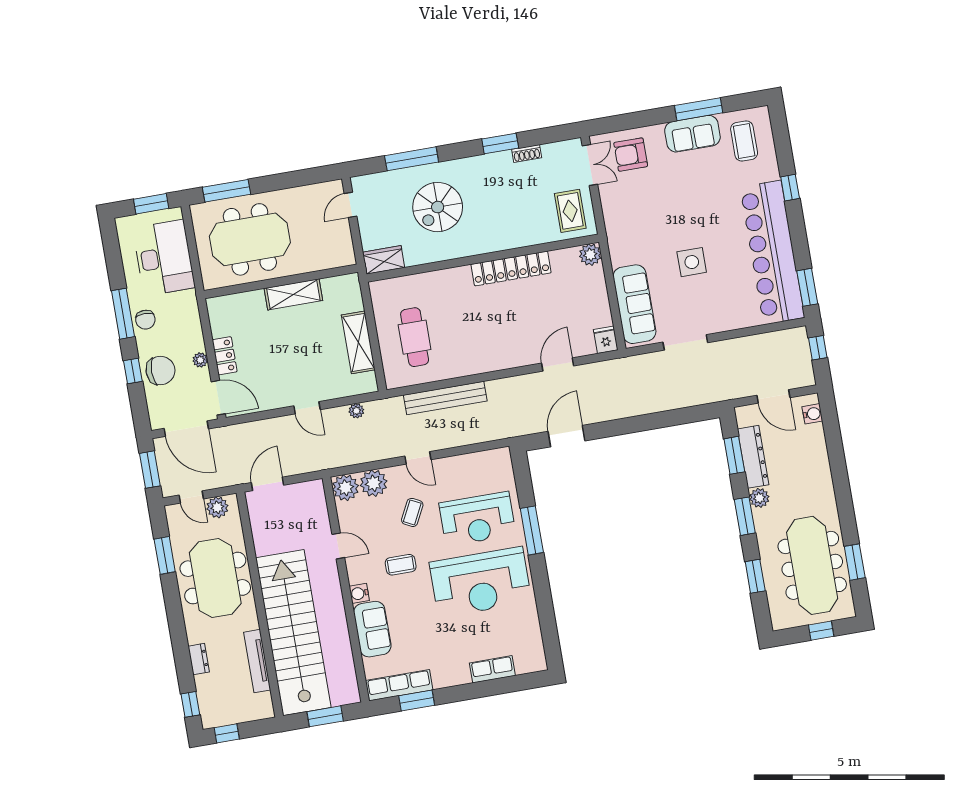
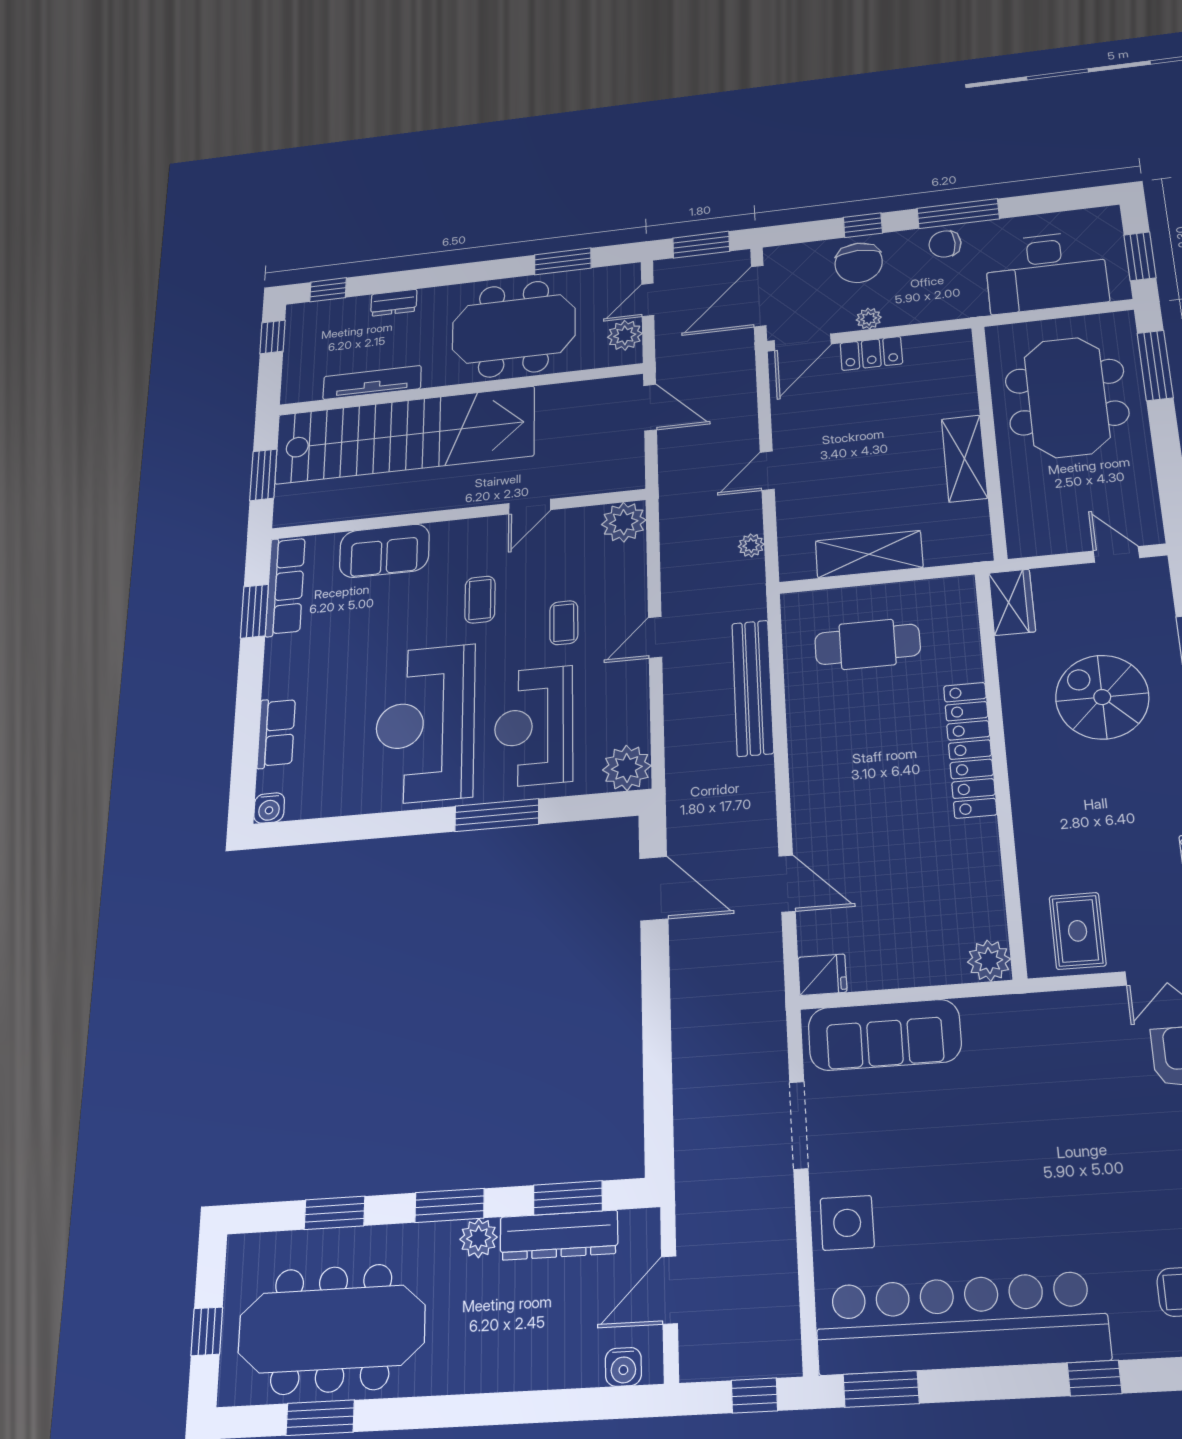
rug: (570, 211) -> (1078, 931), turned 90
side table: (692, 262) -> (847, 1223), moved
locker: (511, 268) -> (970, 750), moved
plant: (374, 483) -> (627, 768), moved
coffee table: (412, 512) -> (564, 623), turned 63
water cooler: (359, 593) -> (269, 808), moved, turned 180

